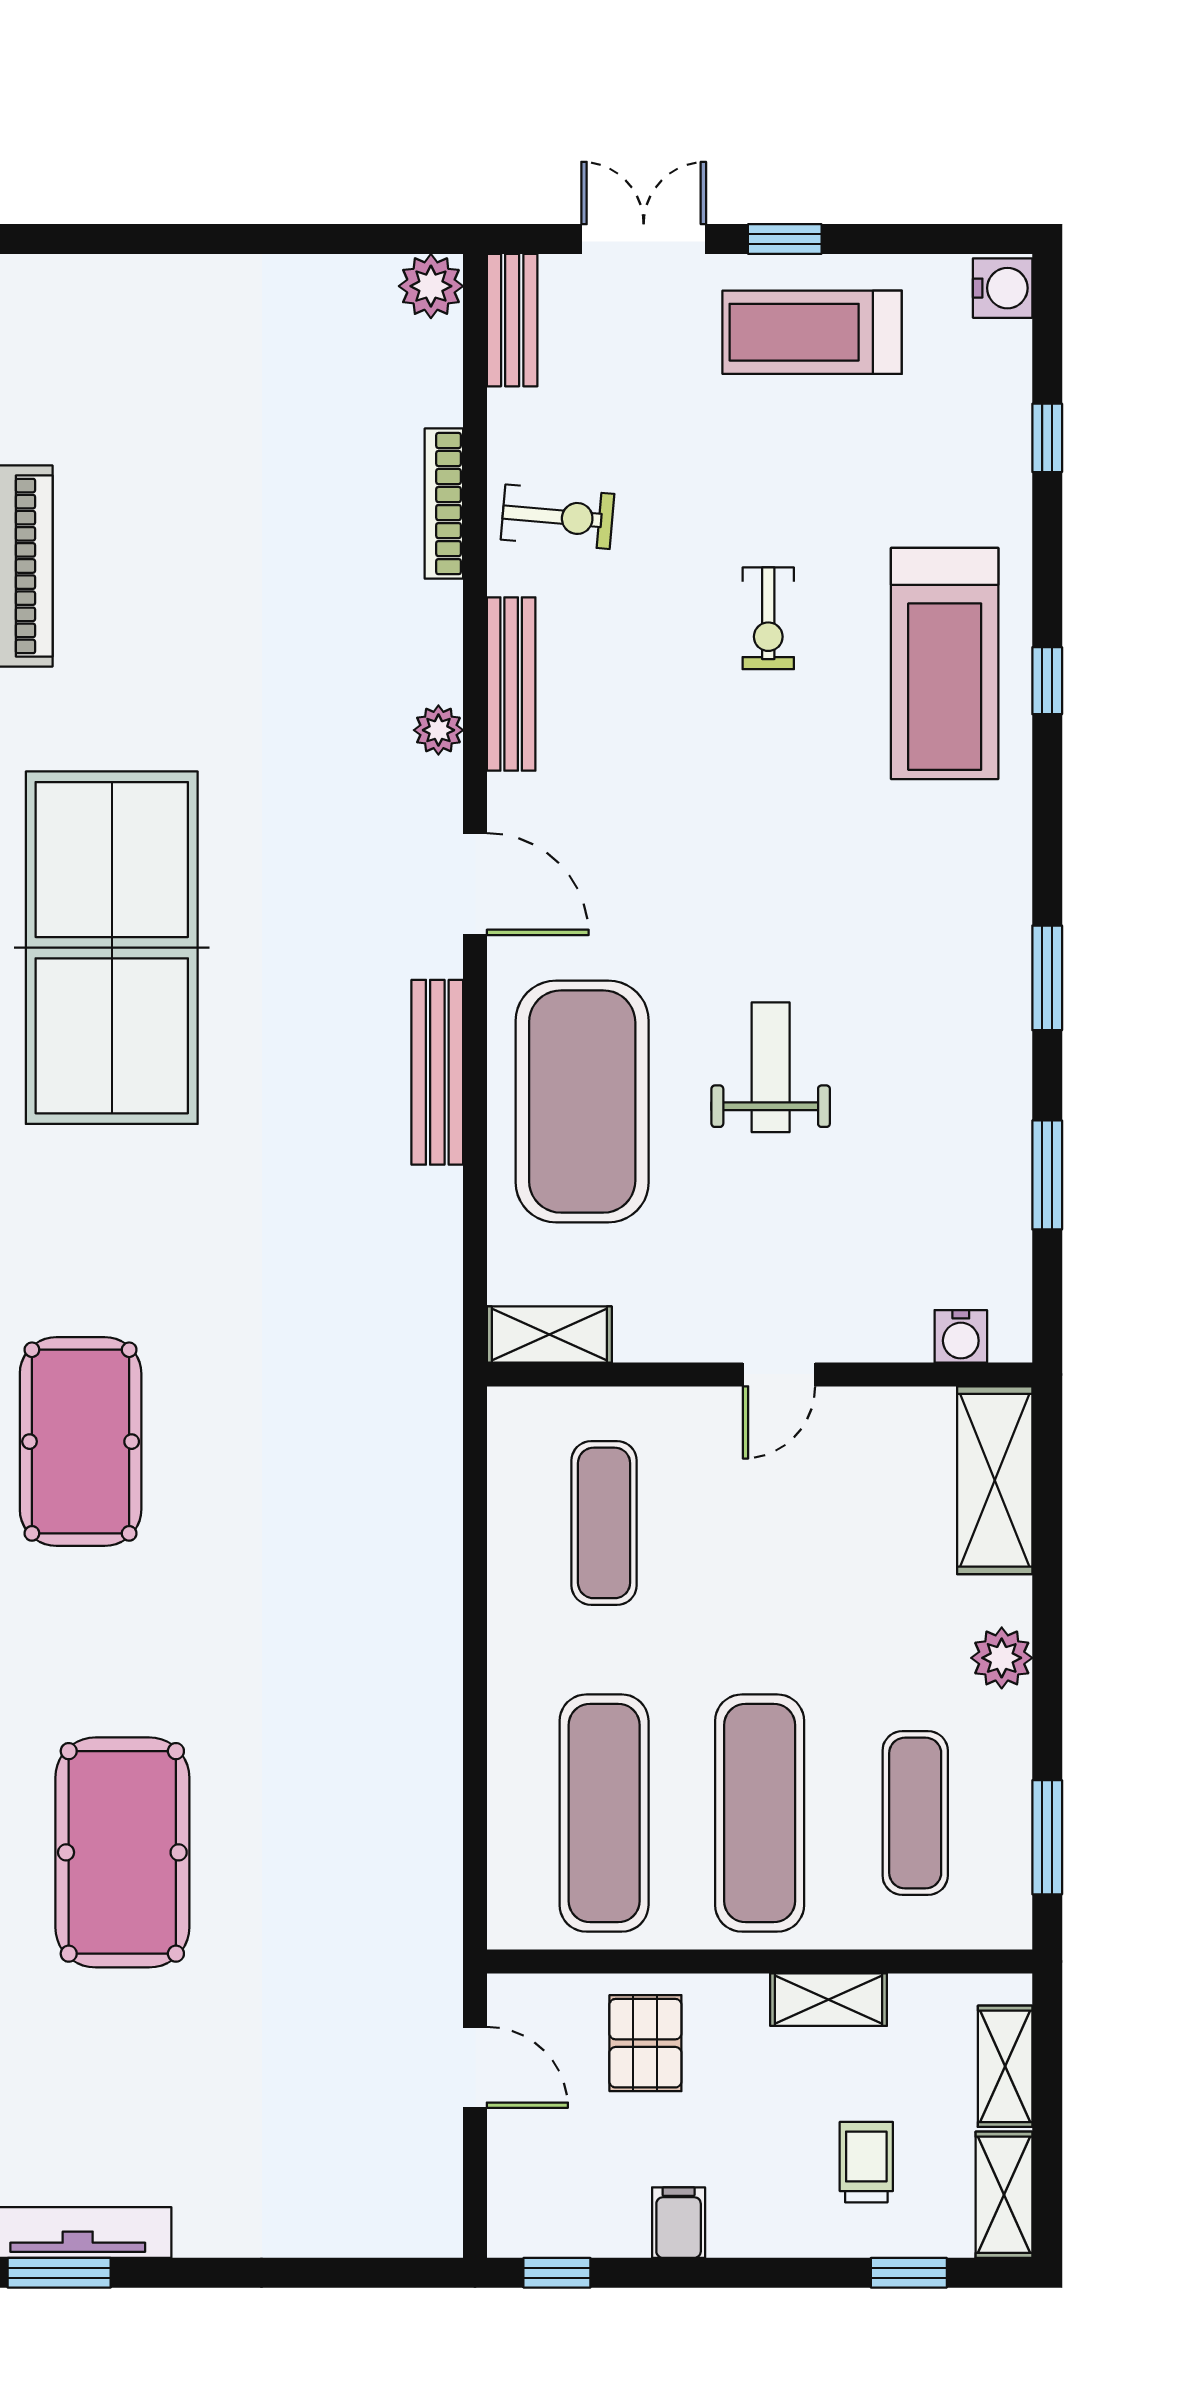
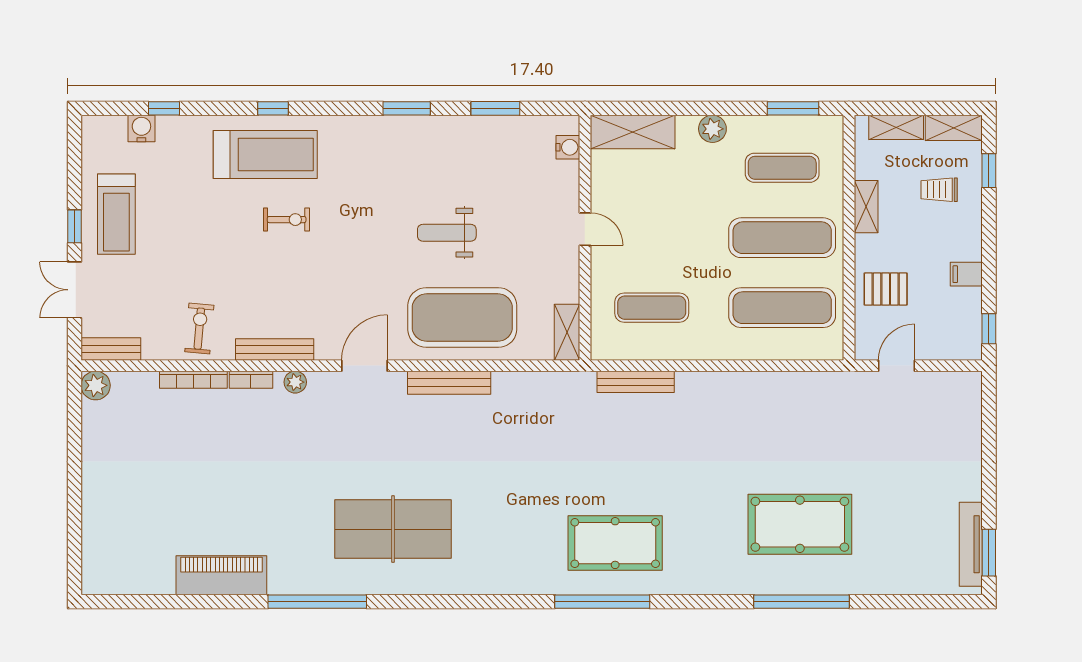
water cooler: (1003, 288) -> (141, 128), moved
exercise bike: (768, 618) -> (287, 220), moved
bookcase: (444, 632) -> (251, 380), added
table tennis table: (112, 948) -> (393, 529), width x0.73, depth x0.76
bench: (439, 1487) -> (636, 382), added

